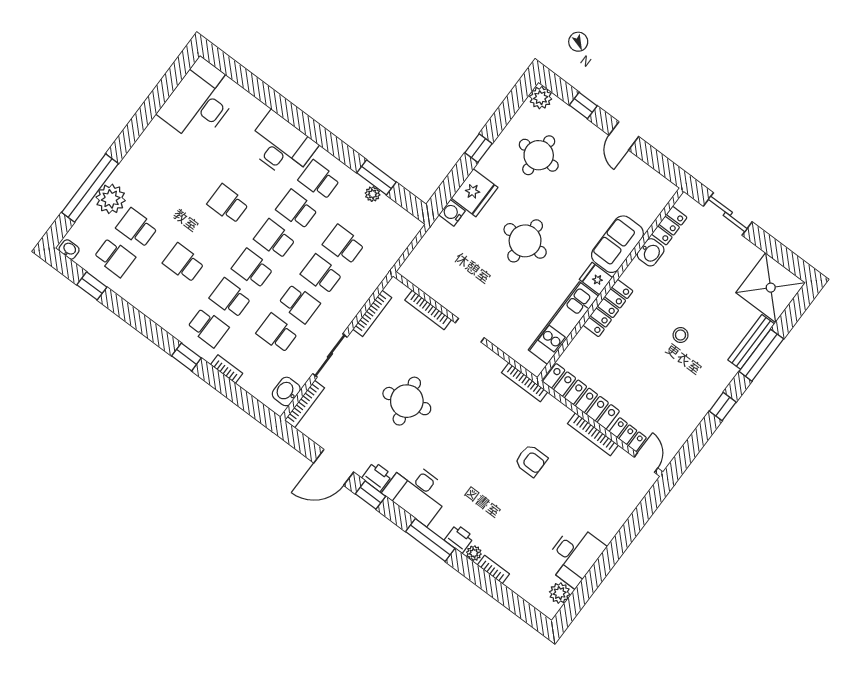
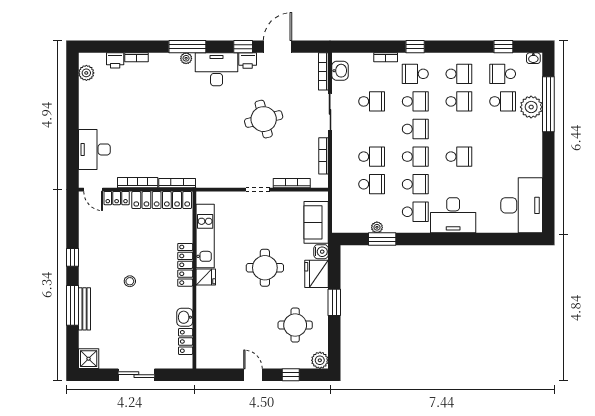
window: (479, 148) -> (334, 302), width x1.50
sliding door: (728, 214) -> (136, 375), moved
sofa: (617, 244) -> (316, 222), moved, turned 180
shower: (771, 288) -> (89, 359), width x0.54, depth x0.54
school desk: (299, 304) -> (459, 74), moved, turned 180
bookcase: (525, 382) -> (177, 183), moved
armchair: (531, 461) -> (163, 139), removed
printer: (459, 539) -> (115, 60), moved
plant: (474, 553) -> (186, 58), moved
desk: (574, 555) -> (94, 149), moved

